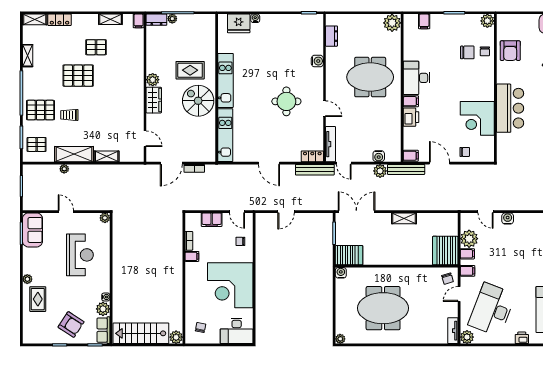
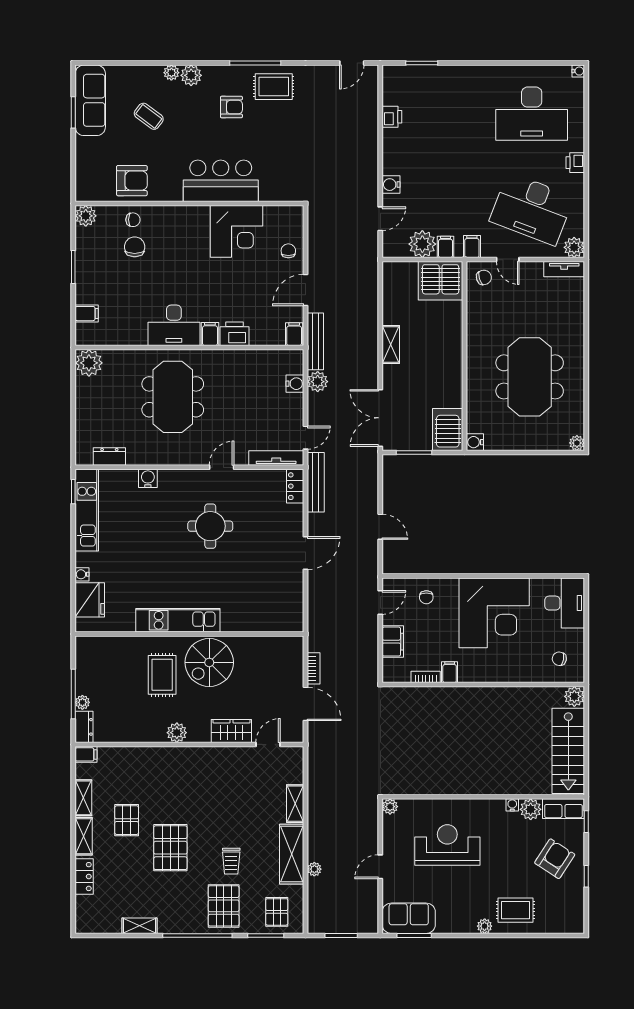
shelving: (35, 19) -> (84, 836), moved
wardrobe: (154, 100) -> (231, 731), moved
kitchen unit: (225, 135) -> (87, 510), moved, turned 90

